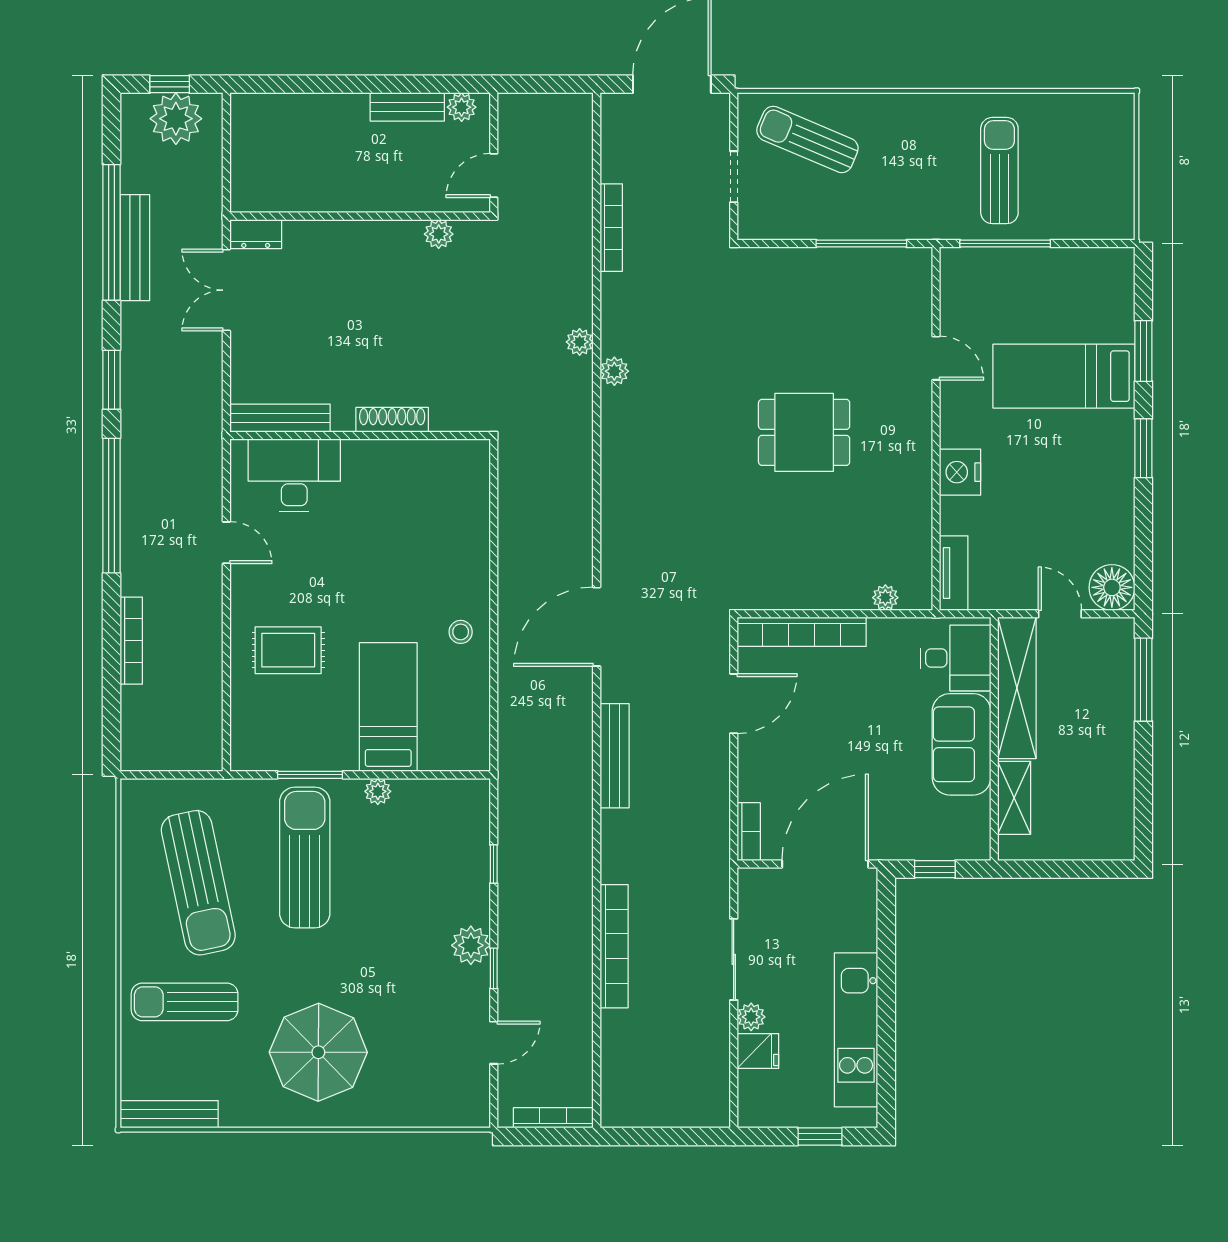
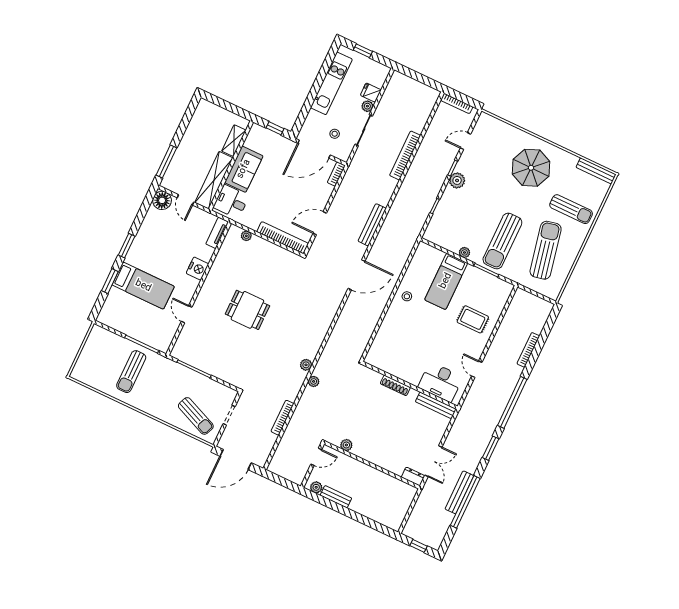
plant: (176, 119) -> (422, 532), removed
stool: (795, 920) -> (335, 134), added

